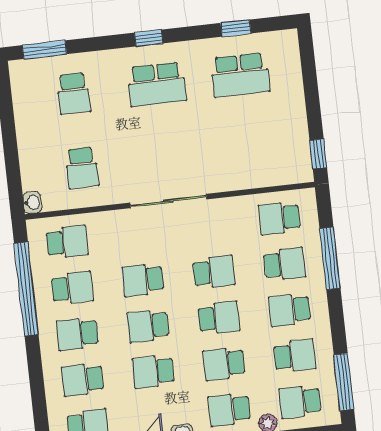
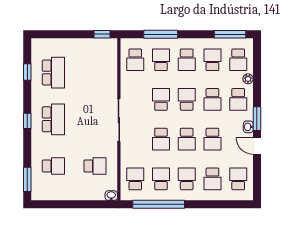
school desk: (77, 334) -> (187, 179), turned 180

